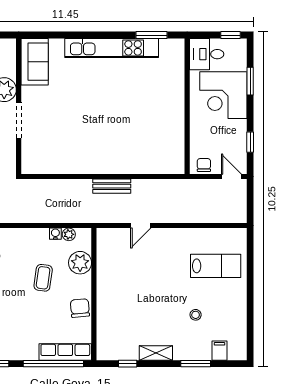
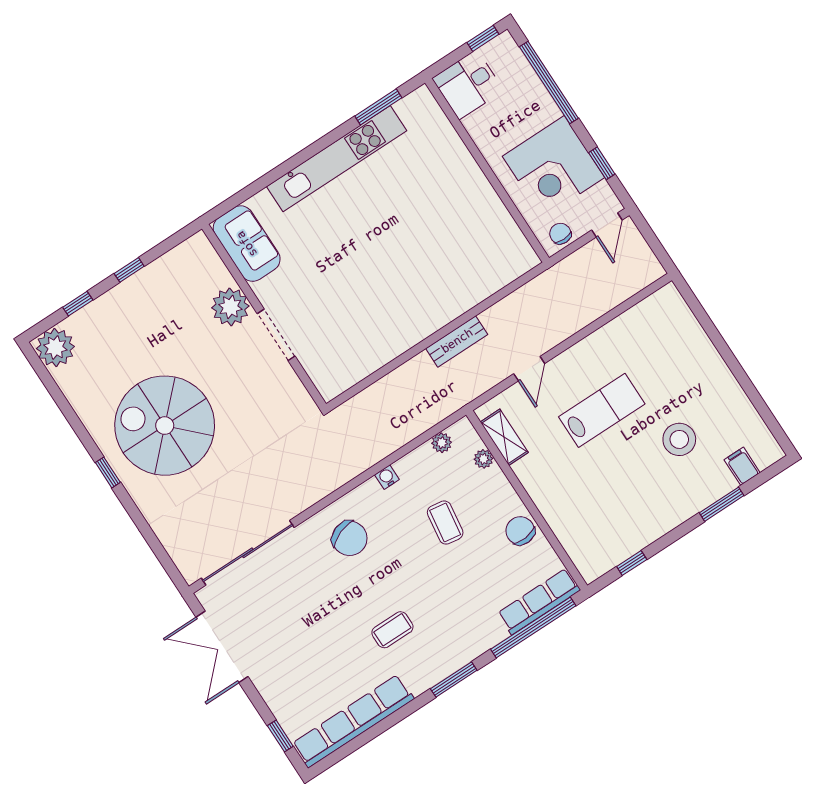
window: (250, 81) -> (549, 83), width x2.11
corner desk: (223, 95) -> (553, 167), moved
door: (231, 176) -> (607, 225), swing flipped
water cooler: (55, 234) -> (387, 477), moved
plant: (80, 263) -> (483, 459), width x0.53, depth x0.53
lab bench: (216, 266) -> (602, 410), moved
stool: (196, 315) -> (679, 439), width x1.89, depth x1.89
shelving: (156, 353) -> (504, 437), moved, turned 90

